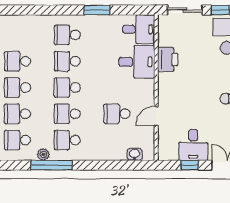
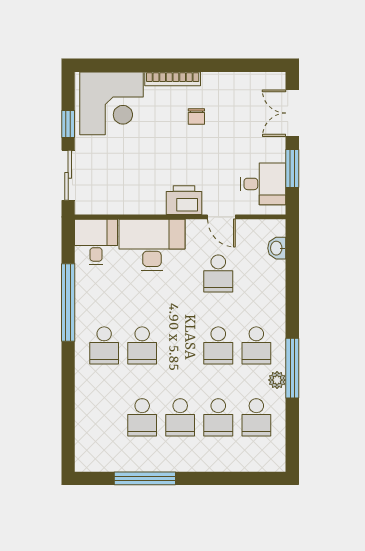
window: (97, 10) -> (68, 303), width x2.11
printer: (168, 60) -> (184, 200), moved
desk: (137, 62) -> (152, 245), width x1.37
school desk: (67, 88) -> (180, 345), removed
desk: (193, 145) -> (263, 184), moved
window: (190, 165) -> (292, 169), width x1.50

